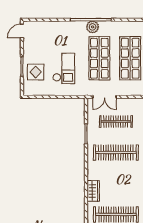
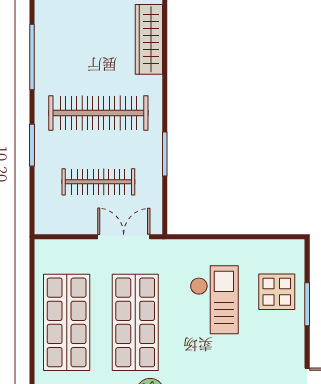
checkout: (64, 68) -> (214, 300), turned 180
wardrobe: (93, 191) -> (149, 39), width x1.50

